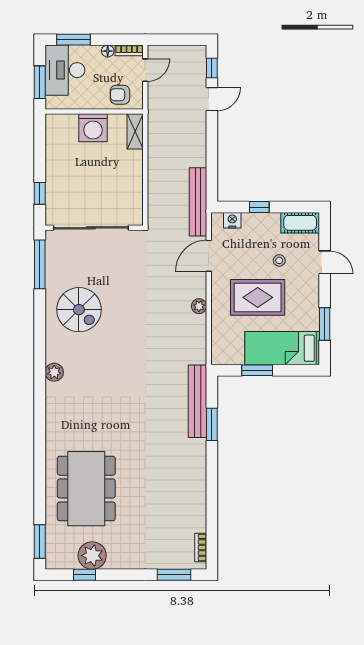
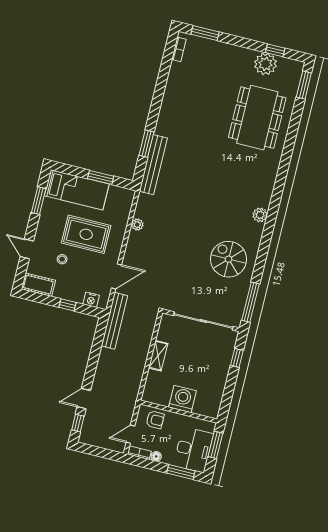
shelving: (135, 131) -> (158, 356), moved
plant: (199, 306) -> (137, 225), moved

